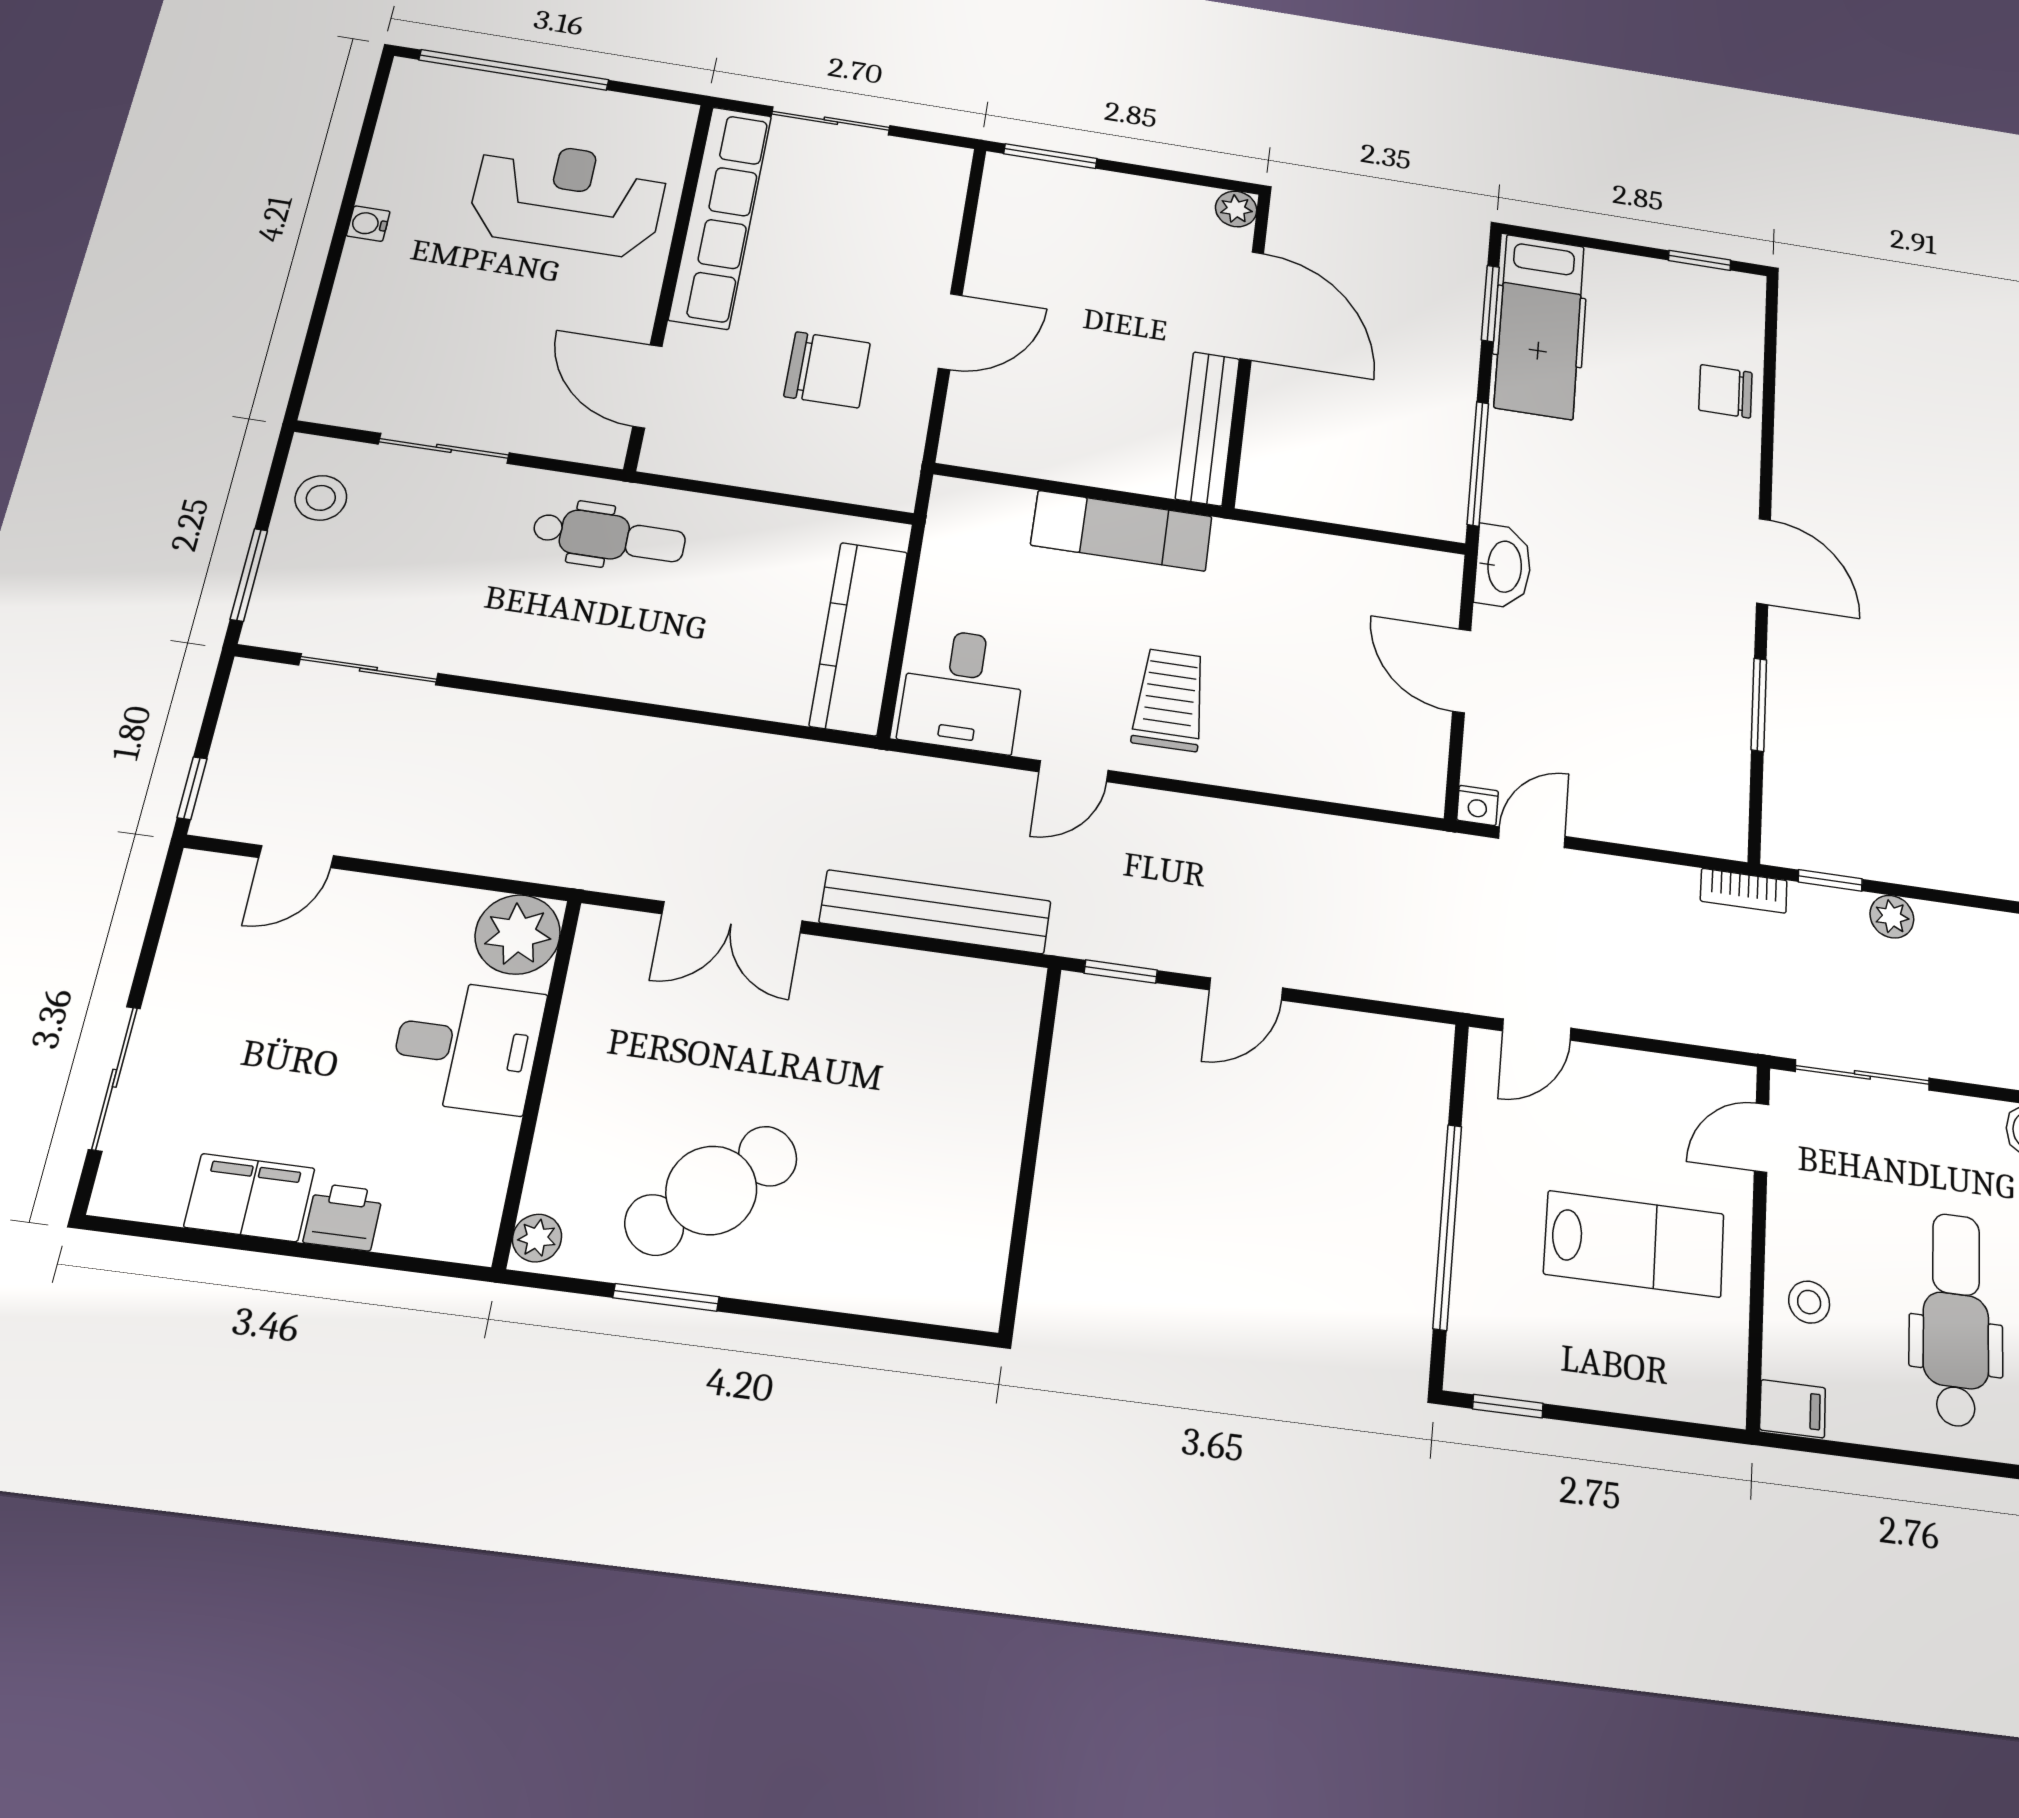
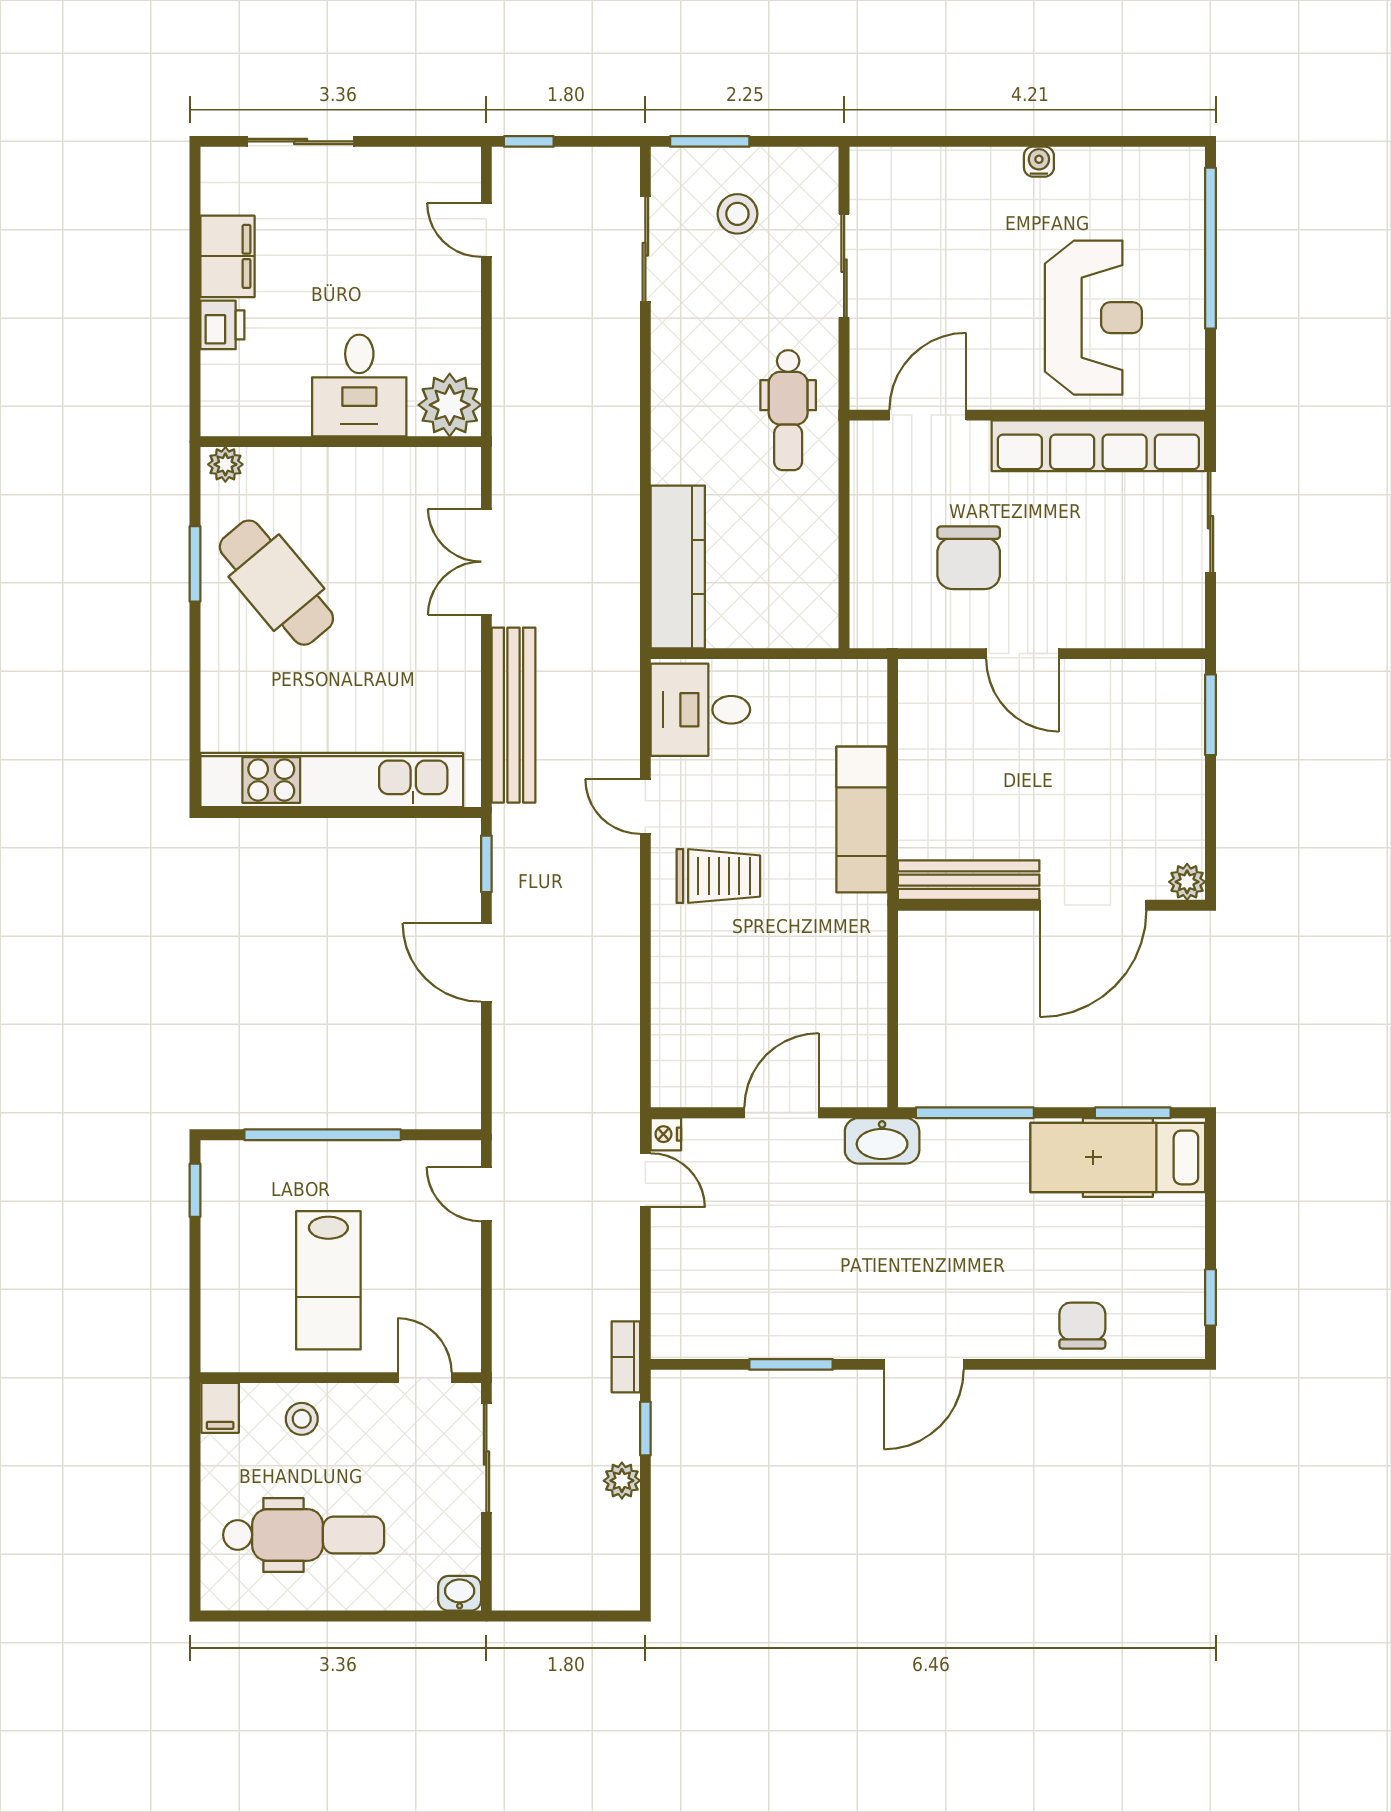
stool: (321, 498) -> (737, 214), moved
kitchen counter: (859, 638) -> (678, 567), moved, turned 90
door: (1246, 989) -> (486, 962), width x1.38
kitchen unit: (986, 1153) -> (332, 780), added

